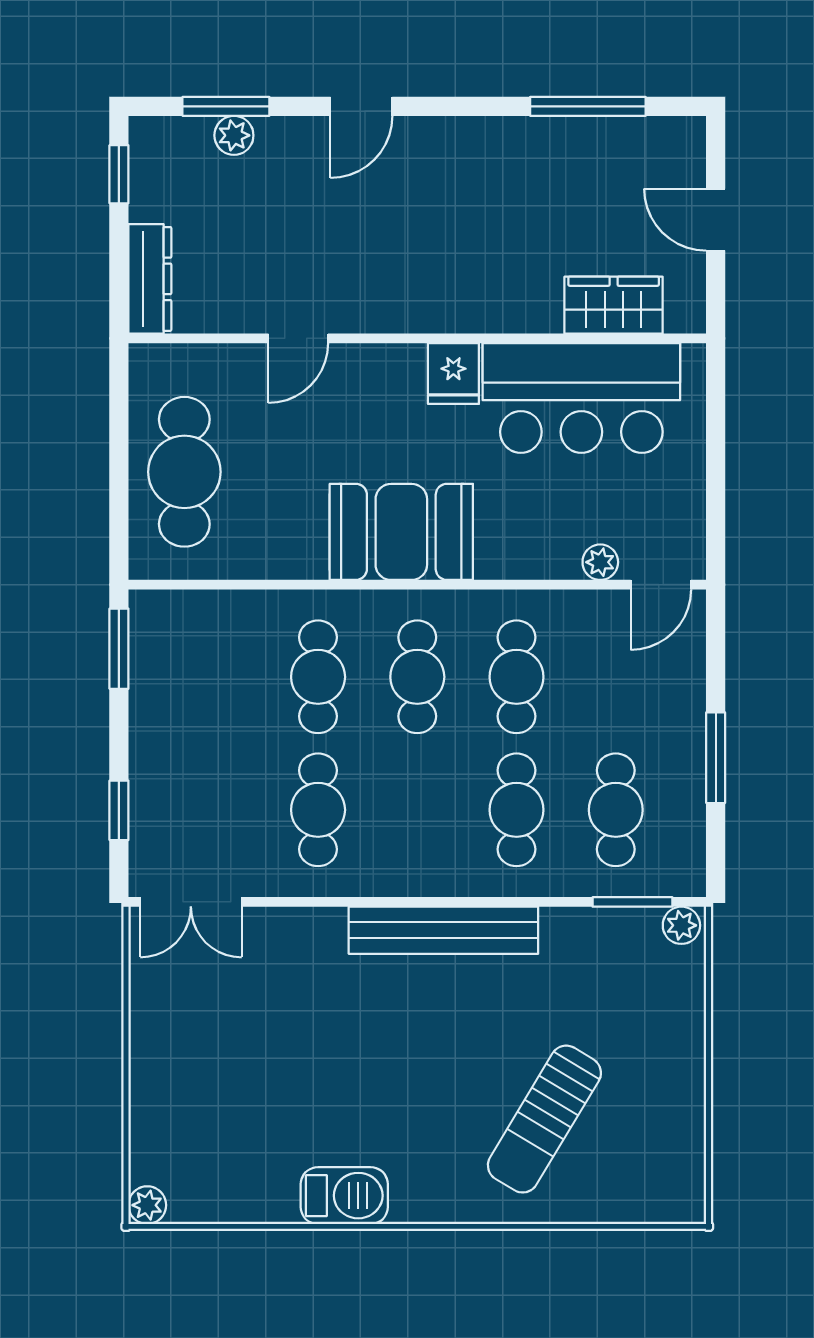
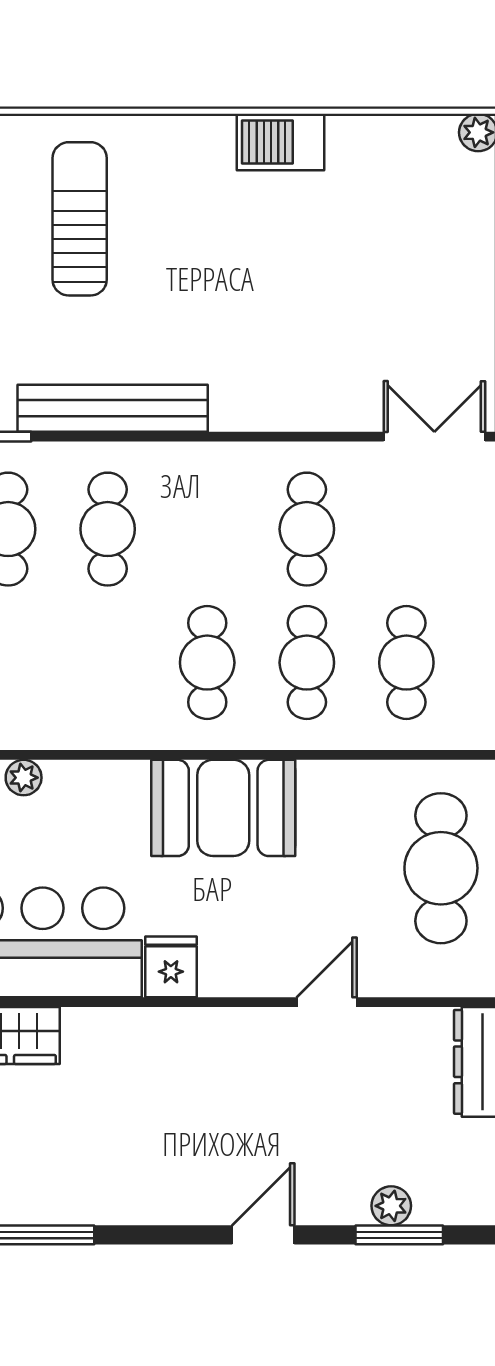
cafe table: (517, 677) -> (406, 663), moved
bench: (443, 930) -> (113, 408), moved
sun lounger: (544, 1119) -> (80, 219), turned -31

